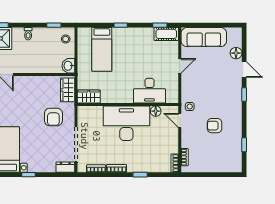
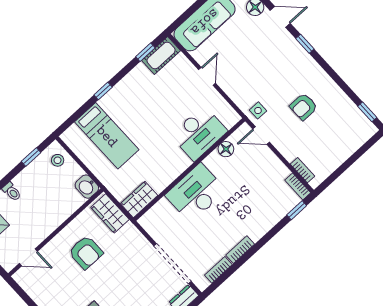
armchair: (53, 117) -> (86, 252), moved
desk: (126, 123) -> (196, 193), width x0.73, depth x0.77
window: (244, 145) -> (367, 112), moved
window: (140, 175) -> (297, 210), moved

